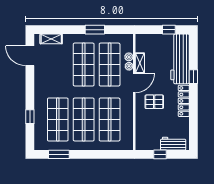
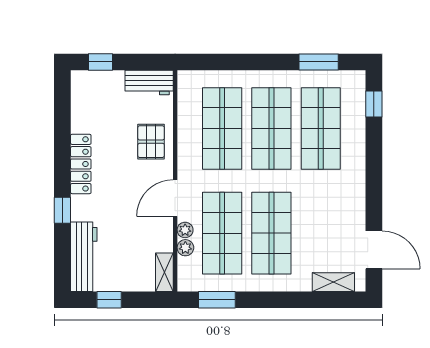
window: (95, 30) -> (217, 300), moved
workbench: (180, 59) -> (84, 257), width x0.73, depth x0.76
shelving: (140, 63) -> (164, 272), moved
pallet: (154, 102) -> (151, 142), moved, turned 90
window: (30, 117) -> (374, 104), moved
workbench: (173, 144) -> (149, 83), moved
window: (160, 154) -> (100, 62), moved

